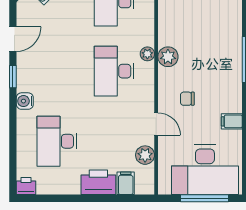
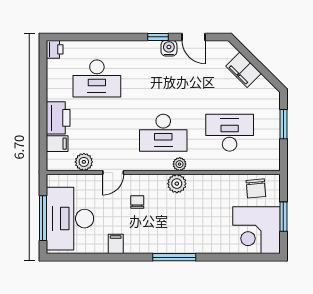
desk: (114, 71) -> (163, 133), turned 180
water cooler: (25, 101) -> (169, 48), moved
desk: (57, 141) -> (97, 78), turned 180

